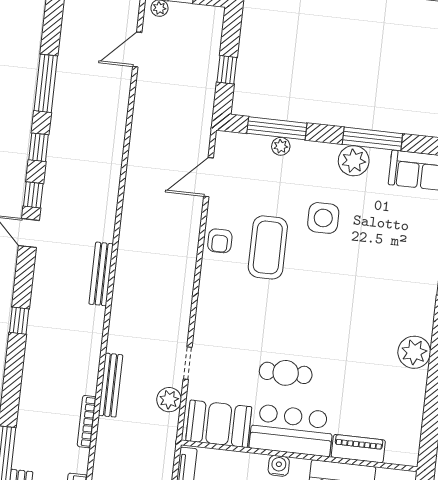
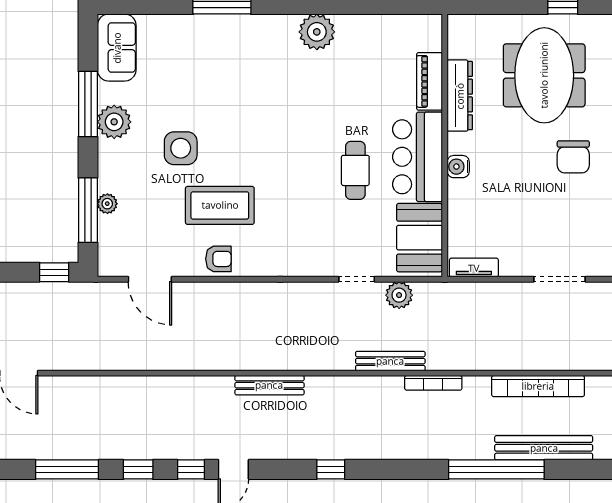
window: (227, 70) -> (54, 272), moved

